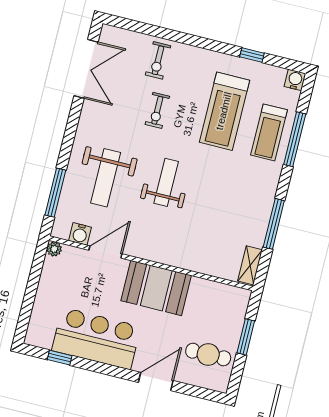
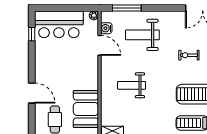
weight bench: (166, 182) -> (132, 85), moved, turned 180
booth: (156, 288) -> (86, 109), moved
bar counter: (96, 338) -> (59, 24), moved, turned 90

